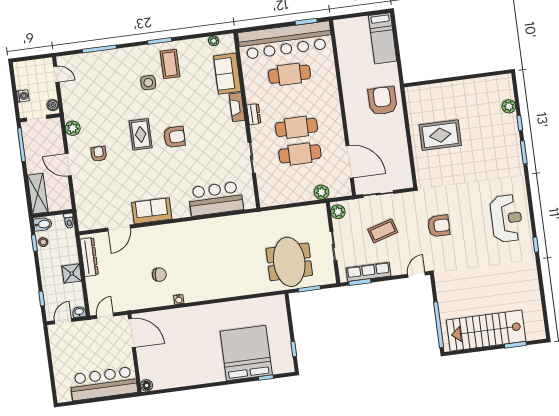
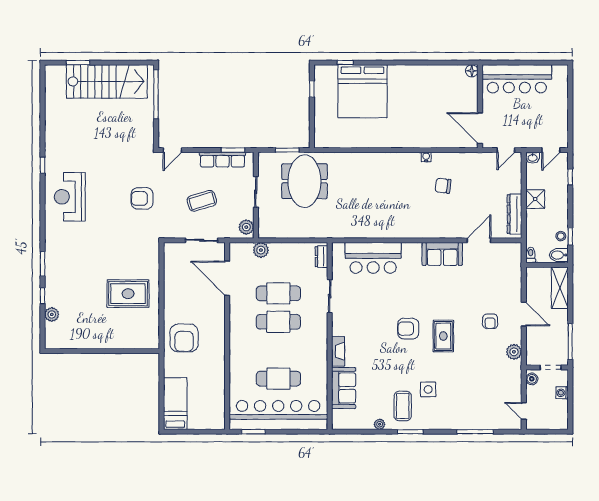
plant: (214, 41) -> (380, 424), moved
dresser: (254, 114) -> (321, 257), moved

